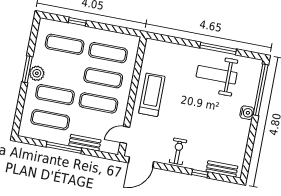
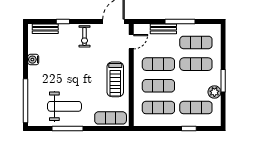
exercise mat: (166, 51) -> (111, 118), added
plant: (37, 73) -> (214, 92), moved
water cooler: (247, 113) -> (33, 60), moved

